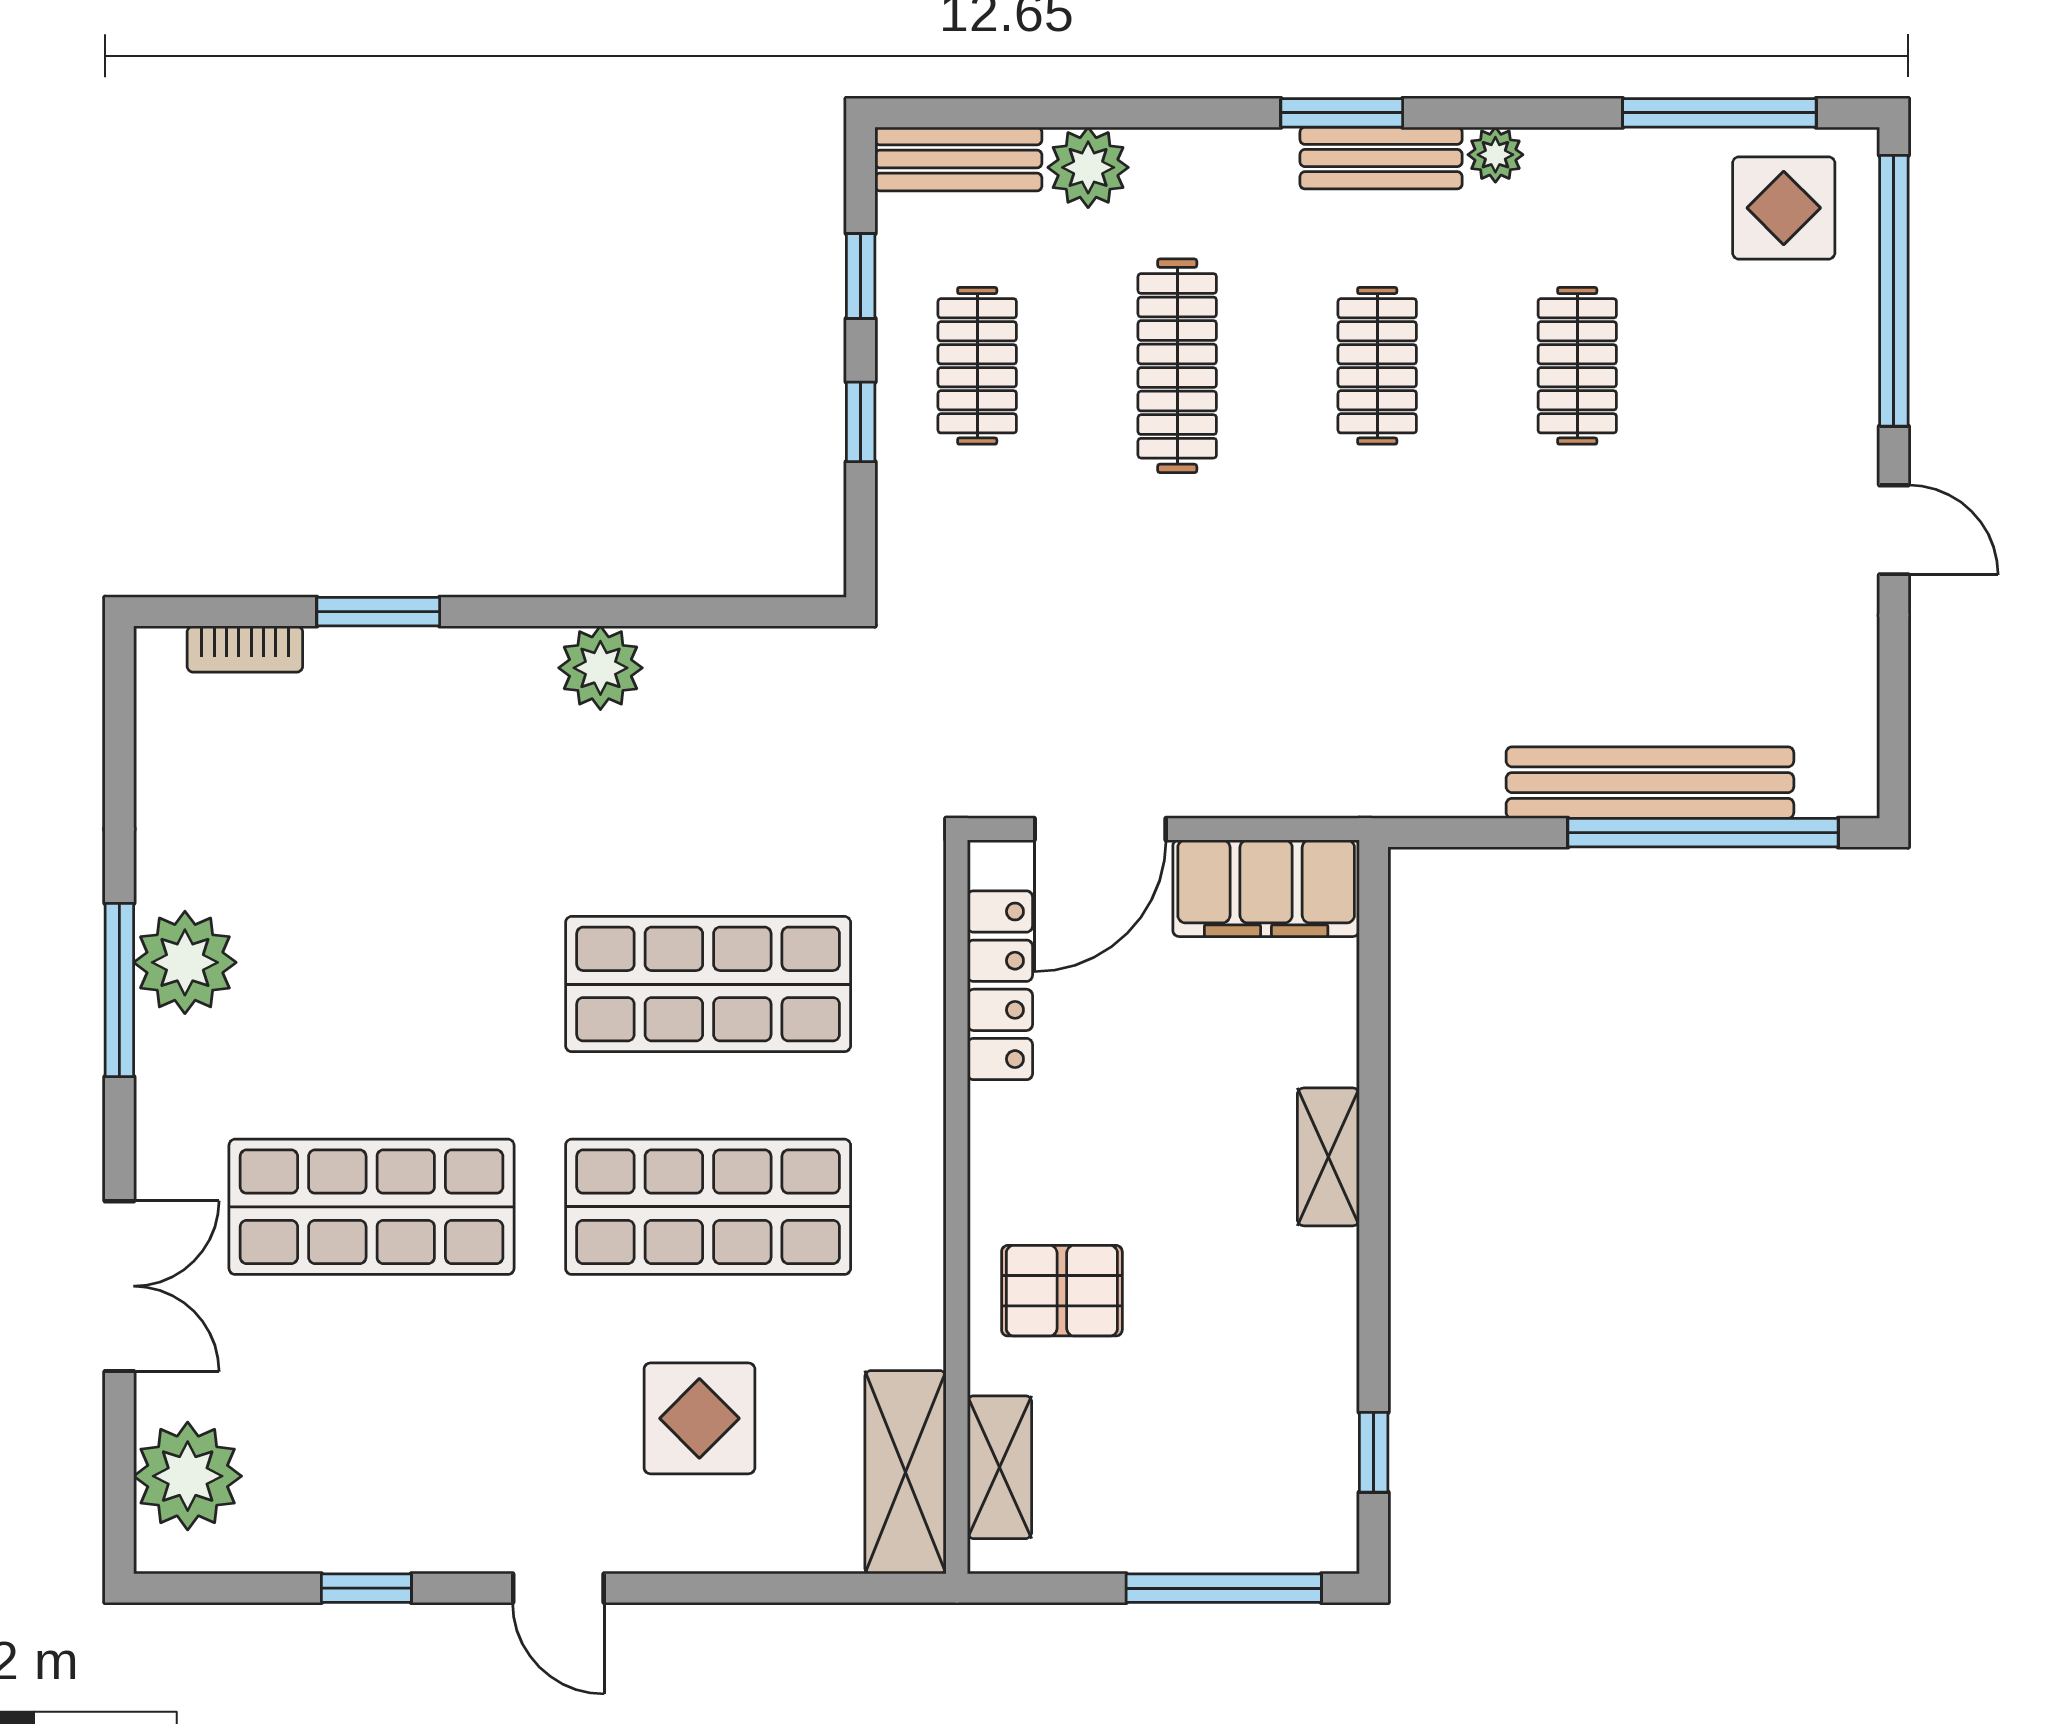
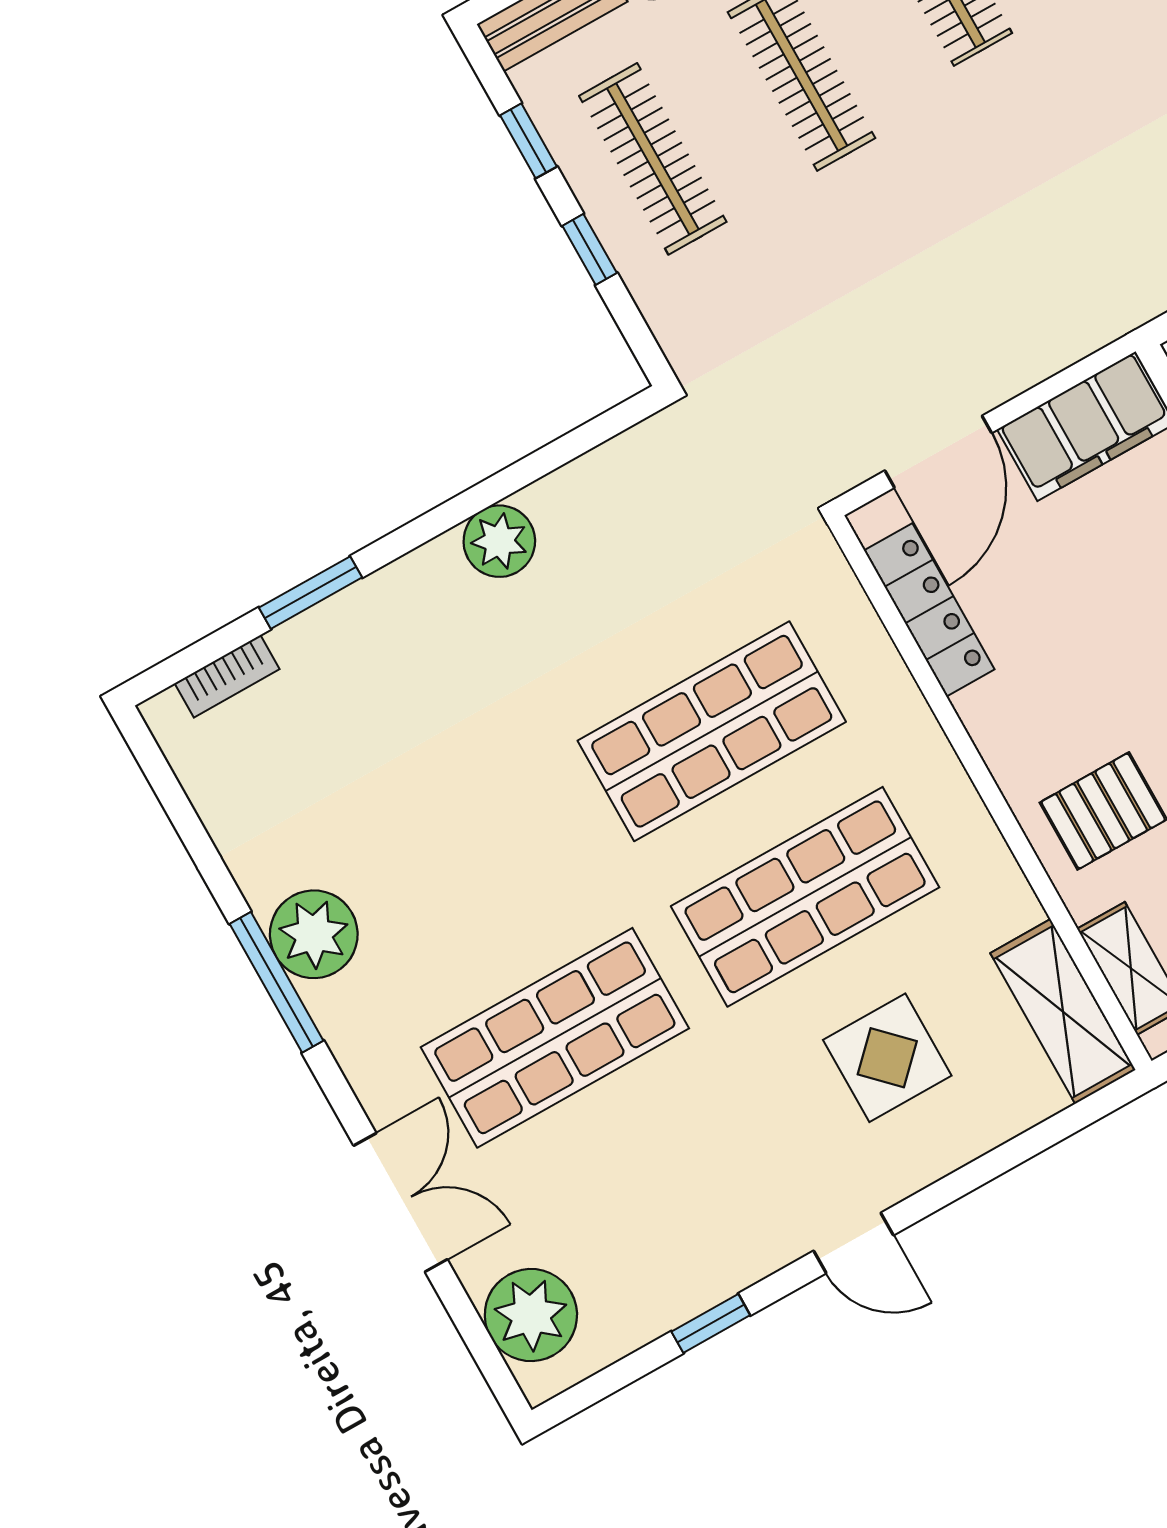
clothes rail: (977, 366) -> (653, 159), width x1.36

